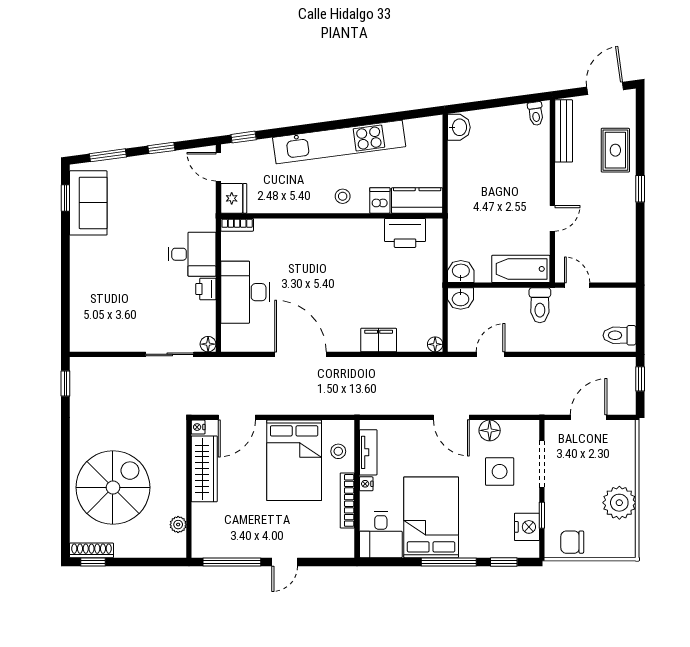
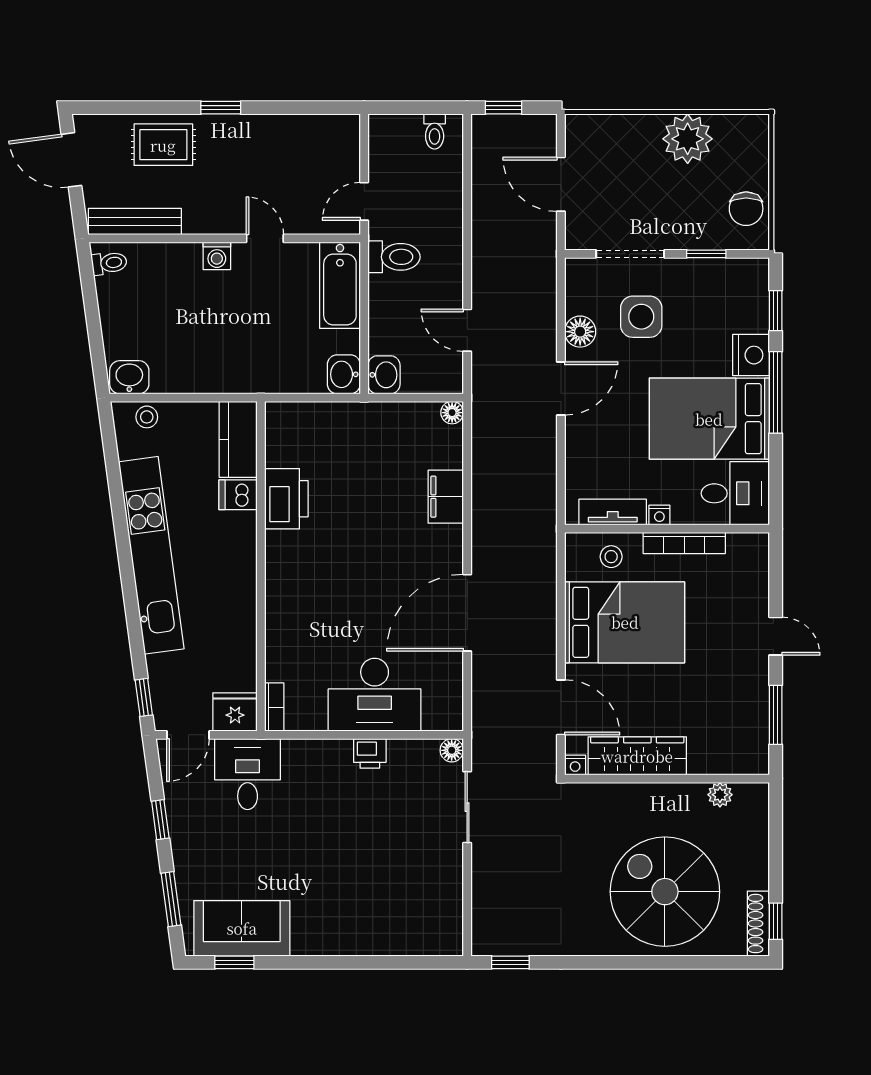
washing machine: (541, 186) -> (217, 256), added
stool: (343, 196) -> (147, 417), moved
printer: (405, 233) -> (286, 499), moved
desk: (192, 254) -> (248, 774), moved
toilet: (620, 335) -> (435, 132), width x0.73, depth x0.72
nightstand: (527, 527) -> (751, 355), moved, turned 90
window: (232, 562) -> (776, 715), width x0.69

